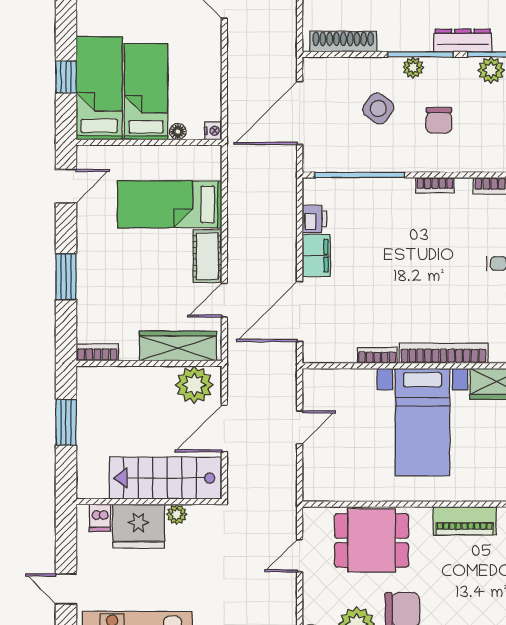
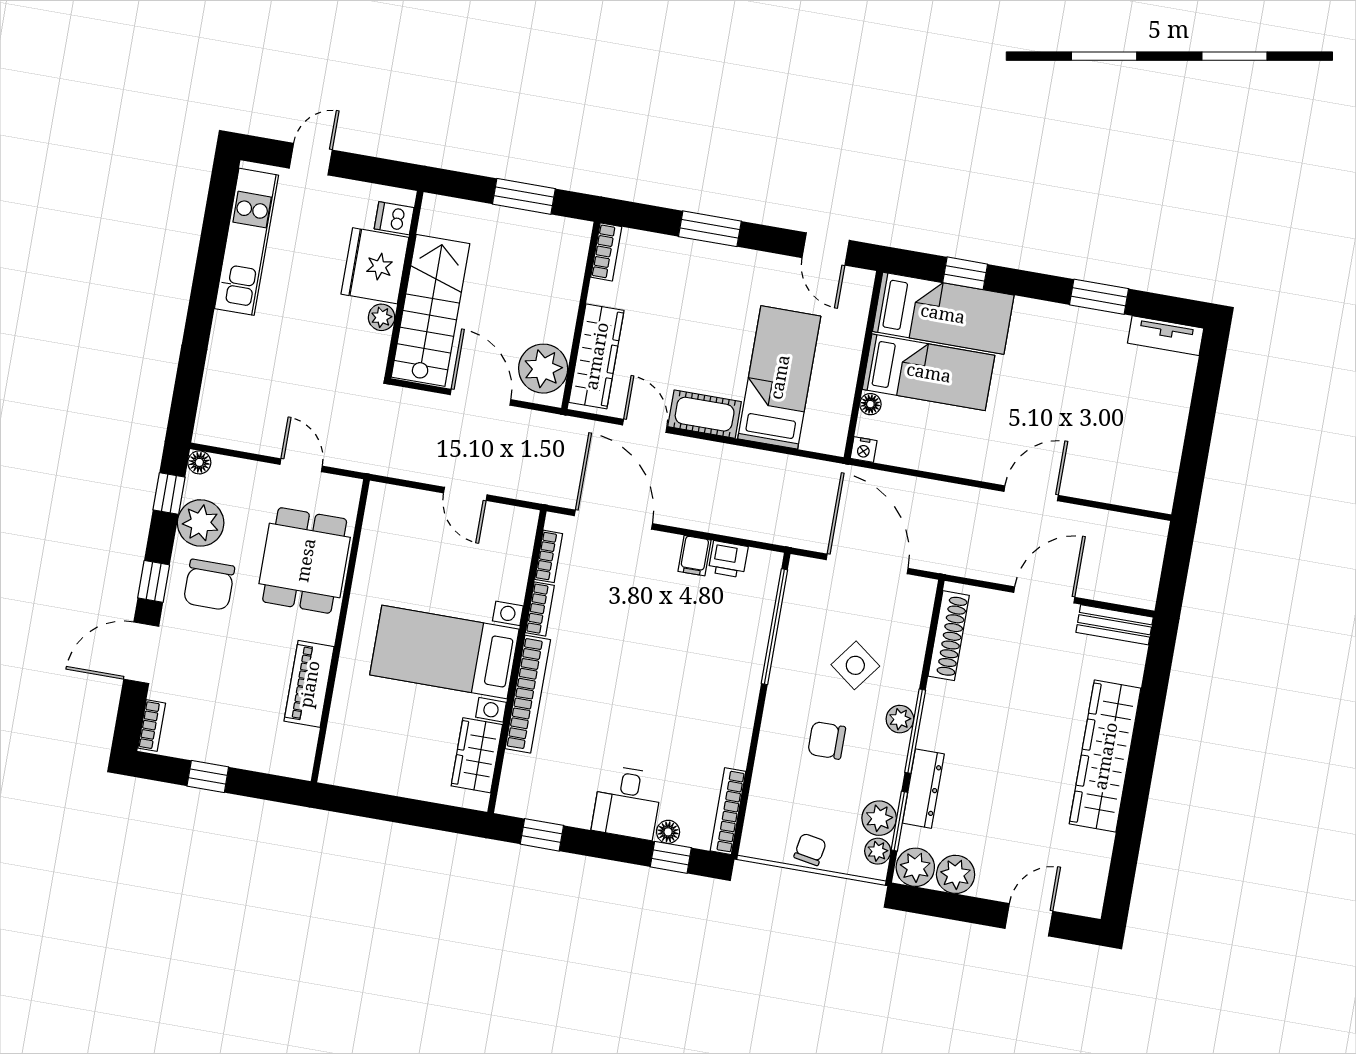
bookcase: (435, 185) -> (549, 556), moved, turned 180
filing cabinet: (316, 256) -> (694, 556), width x0.50

